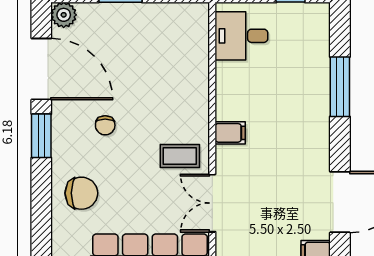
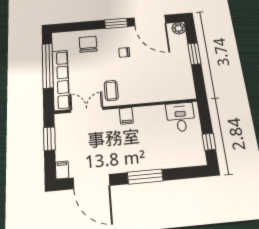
door: (41, 69) -> (150, 21), hinge flipped
window: (340, 87) -> (145, 177), moved
chair: (81, 193) -> (88, 44), turned 180

